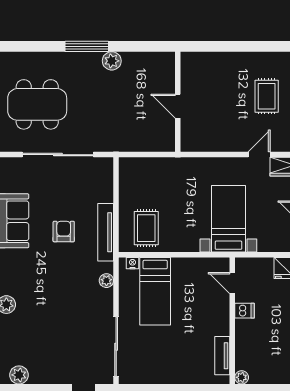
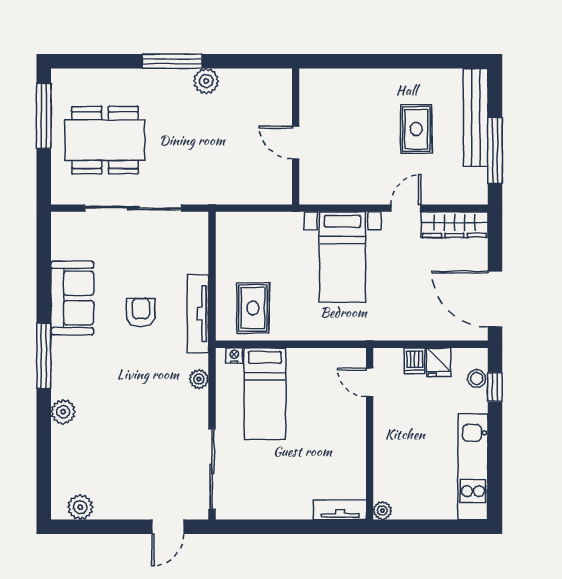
bed with nightstands: (228, 219) -> (343, 257), moved, turned 180
dishwasher: (245, 311) -> (414, 361), moved, turned 90
tv unit: (222, 356) -> (340, 510), moved, turned 90

